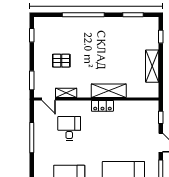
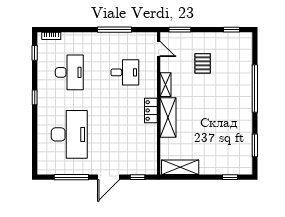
shelving: (152, 66) -> (180, 167), moved
shelving: (66, 93) -> (166, 85), moved
door: (49, 99) -> (159, 49), swing flipped

